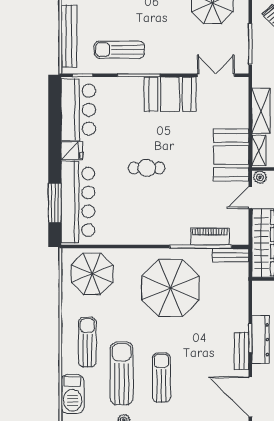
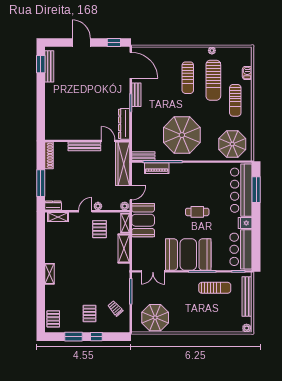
booth: (170, 94) -> (188, 255), width x1.36, depth x1.42
dresser: (261, 340) -> (124, 124), moved
barbecue: (73, 394) -> (247, 73), width x0.53, depth x0.65

